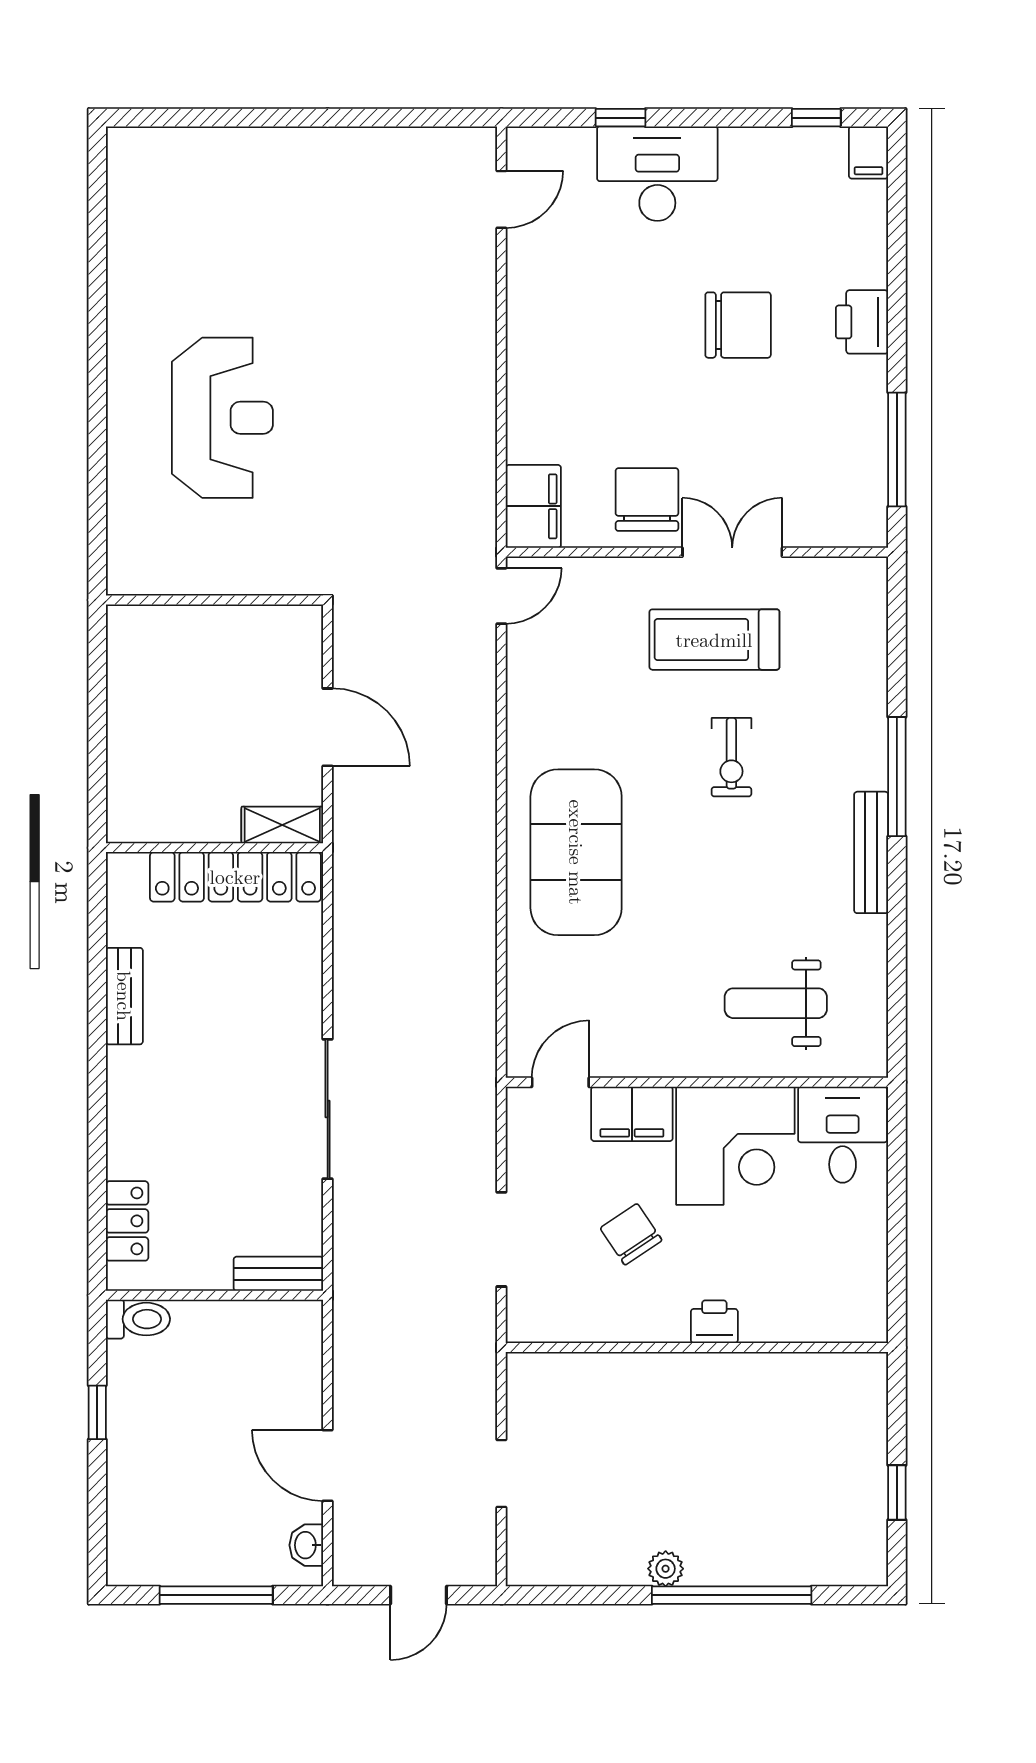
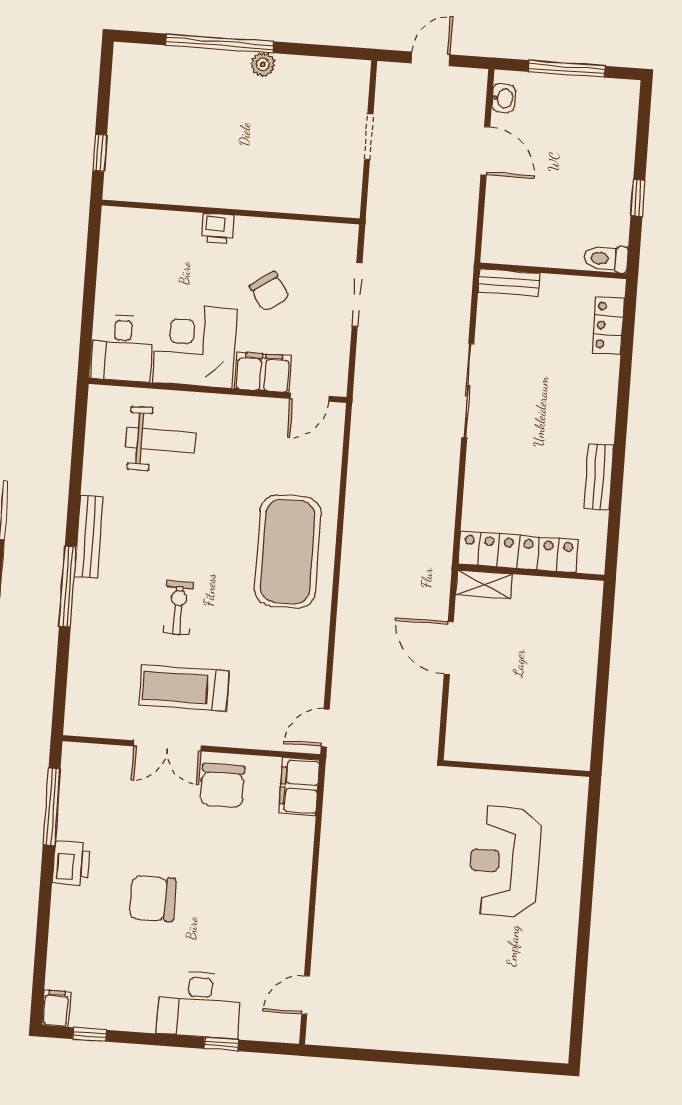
printer: (862, 322) -> (71, 863), moved
wall: (215, 600) -> (516, 769), moved
treadmill: (714, 640) -> (184, 688), turned 180
window: (897, 1493) -> (100, 153), moved

